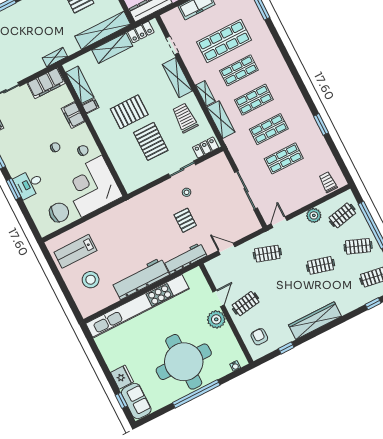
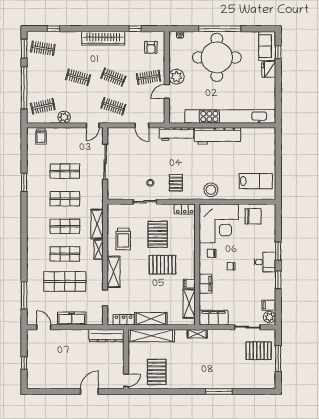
locker: (206, 147) -> (185, 209), moved
desk: (29, 184) -> (265, 262), moved
chair: (59, 212) -> (253, 216), turned 180
pallet: (185, 220) -> (176, 183), moved
clothes rail: (358, 246) -> (113, 77), moved
stool: (91, 280) -> (211, 190), moved

